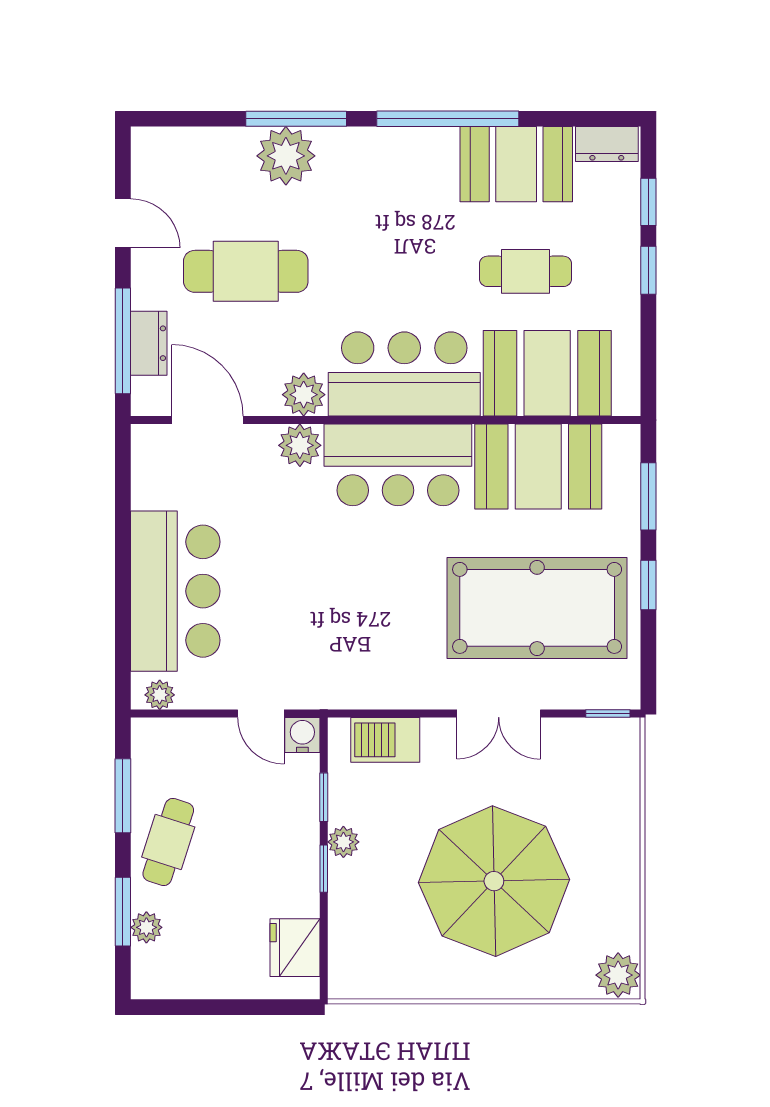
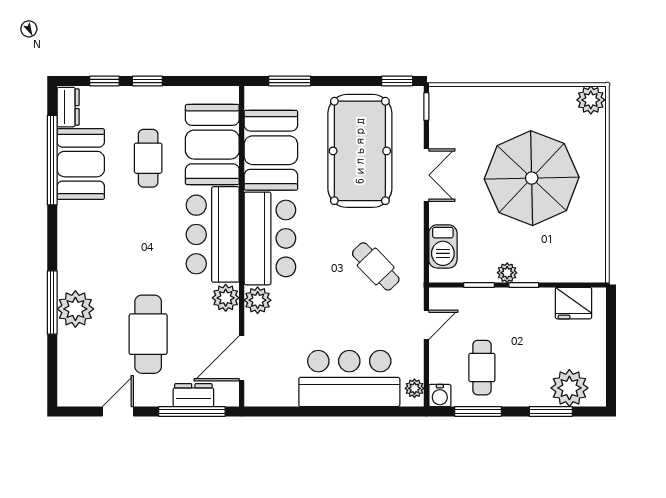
window: (448, 119) -> (52, 160), moved
window: (648, 585) -> (397, 81), moved
cafe table: (353, 633) -> (376, 266), added
water cooler: (302, 735) -> (440, 395), moved, turned -90
cafe table: (168, 842) -> (482, 368), moved, turned 72
plant: (146, 927) -> (569, 388), width x1.88, depth x1.88

